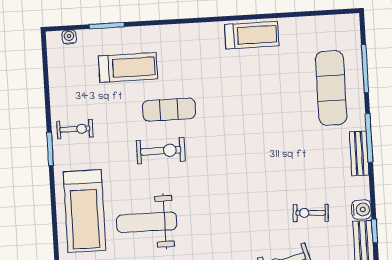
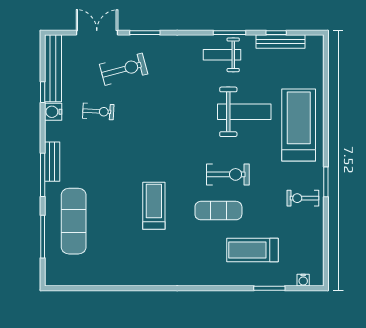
treadmill: (252, 35) -> (154, 206), moved, turned 90
exercise bike: (161, 151) -> (228, 174), turned 180

